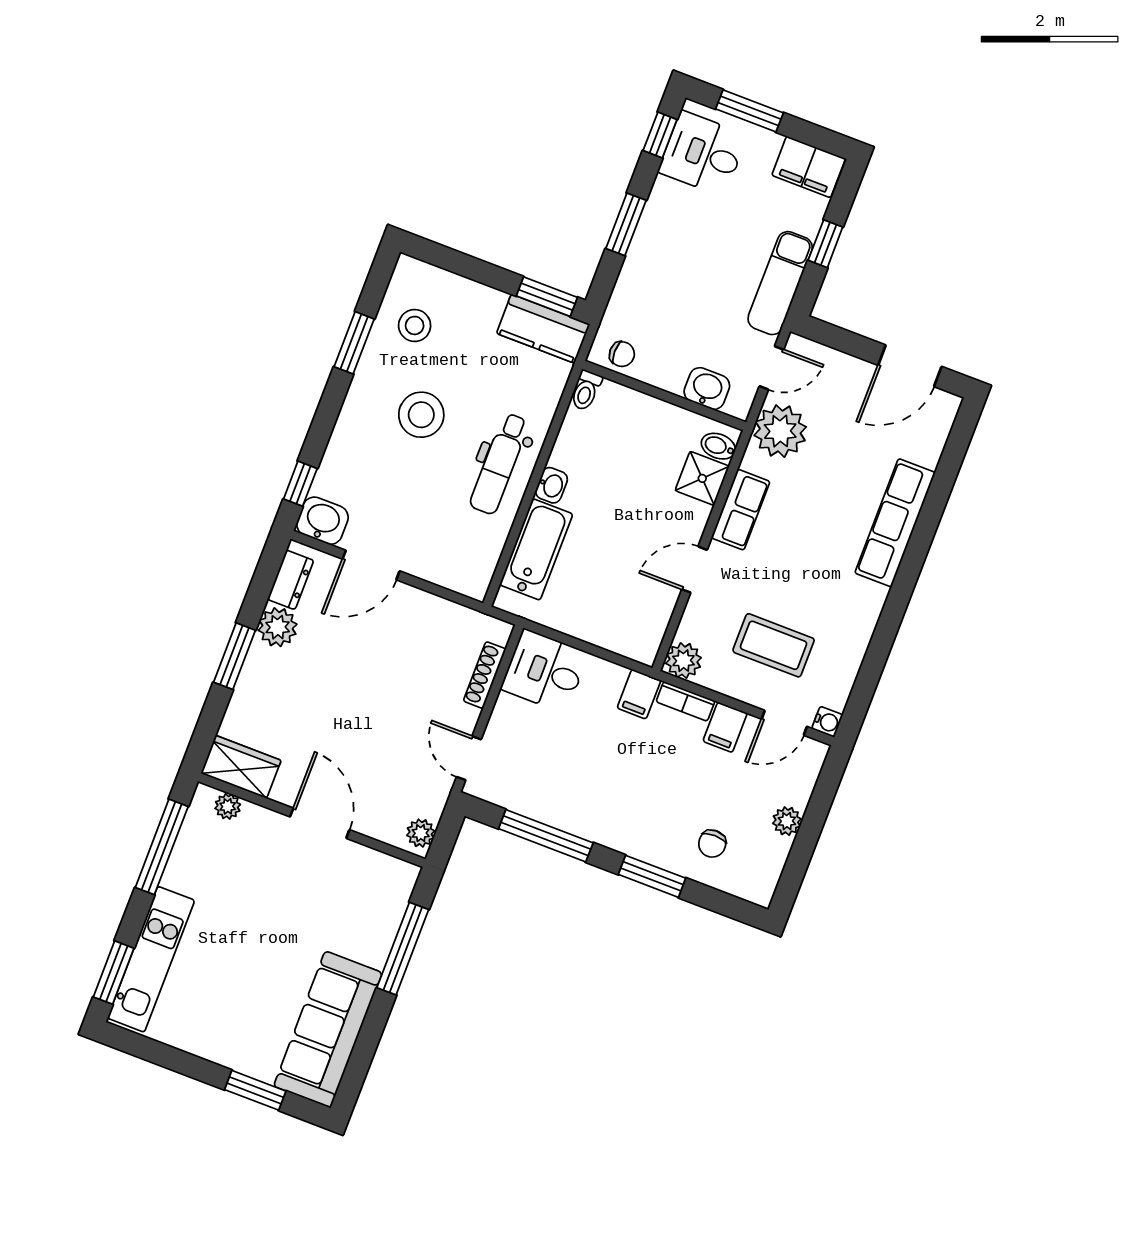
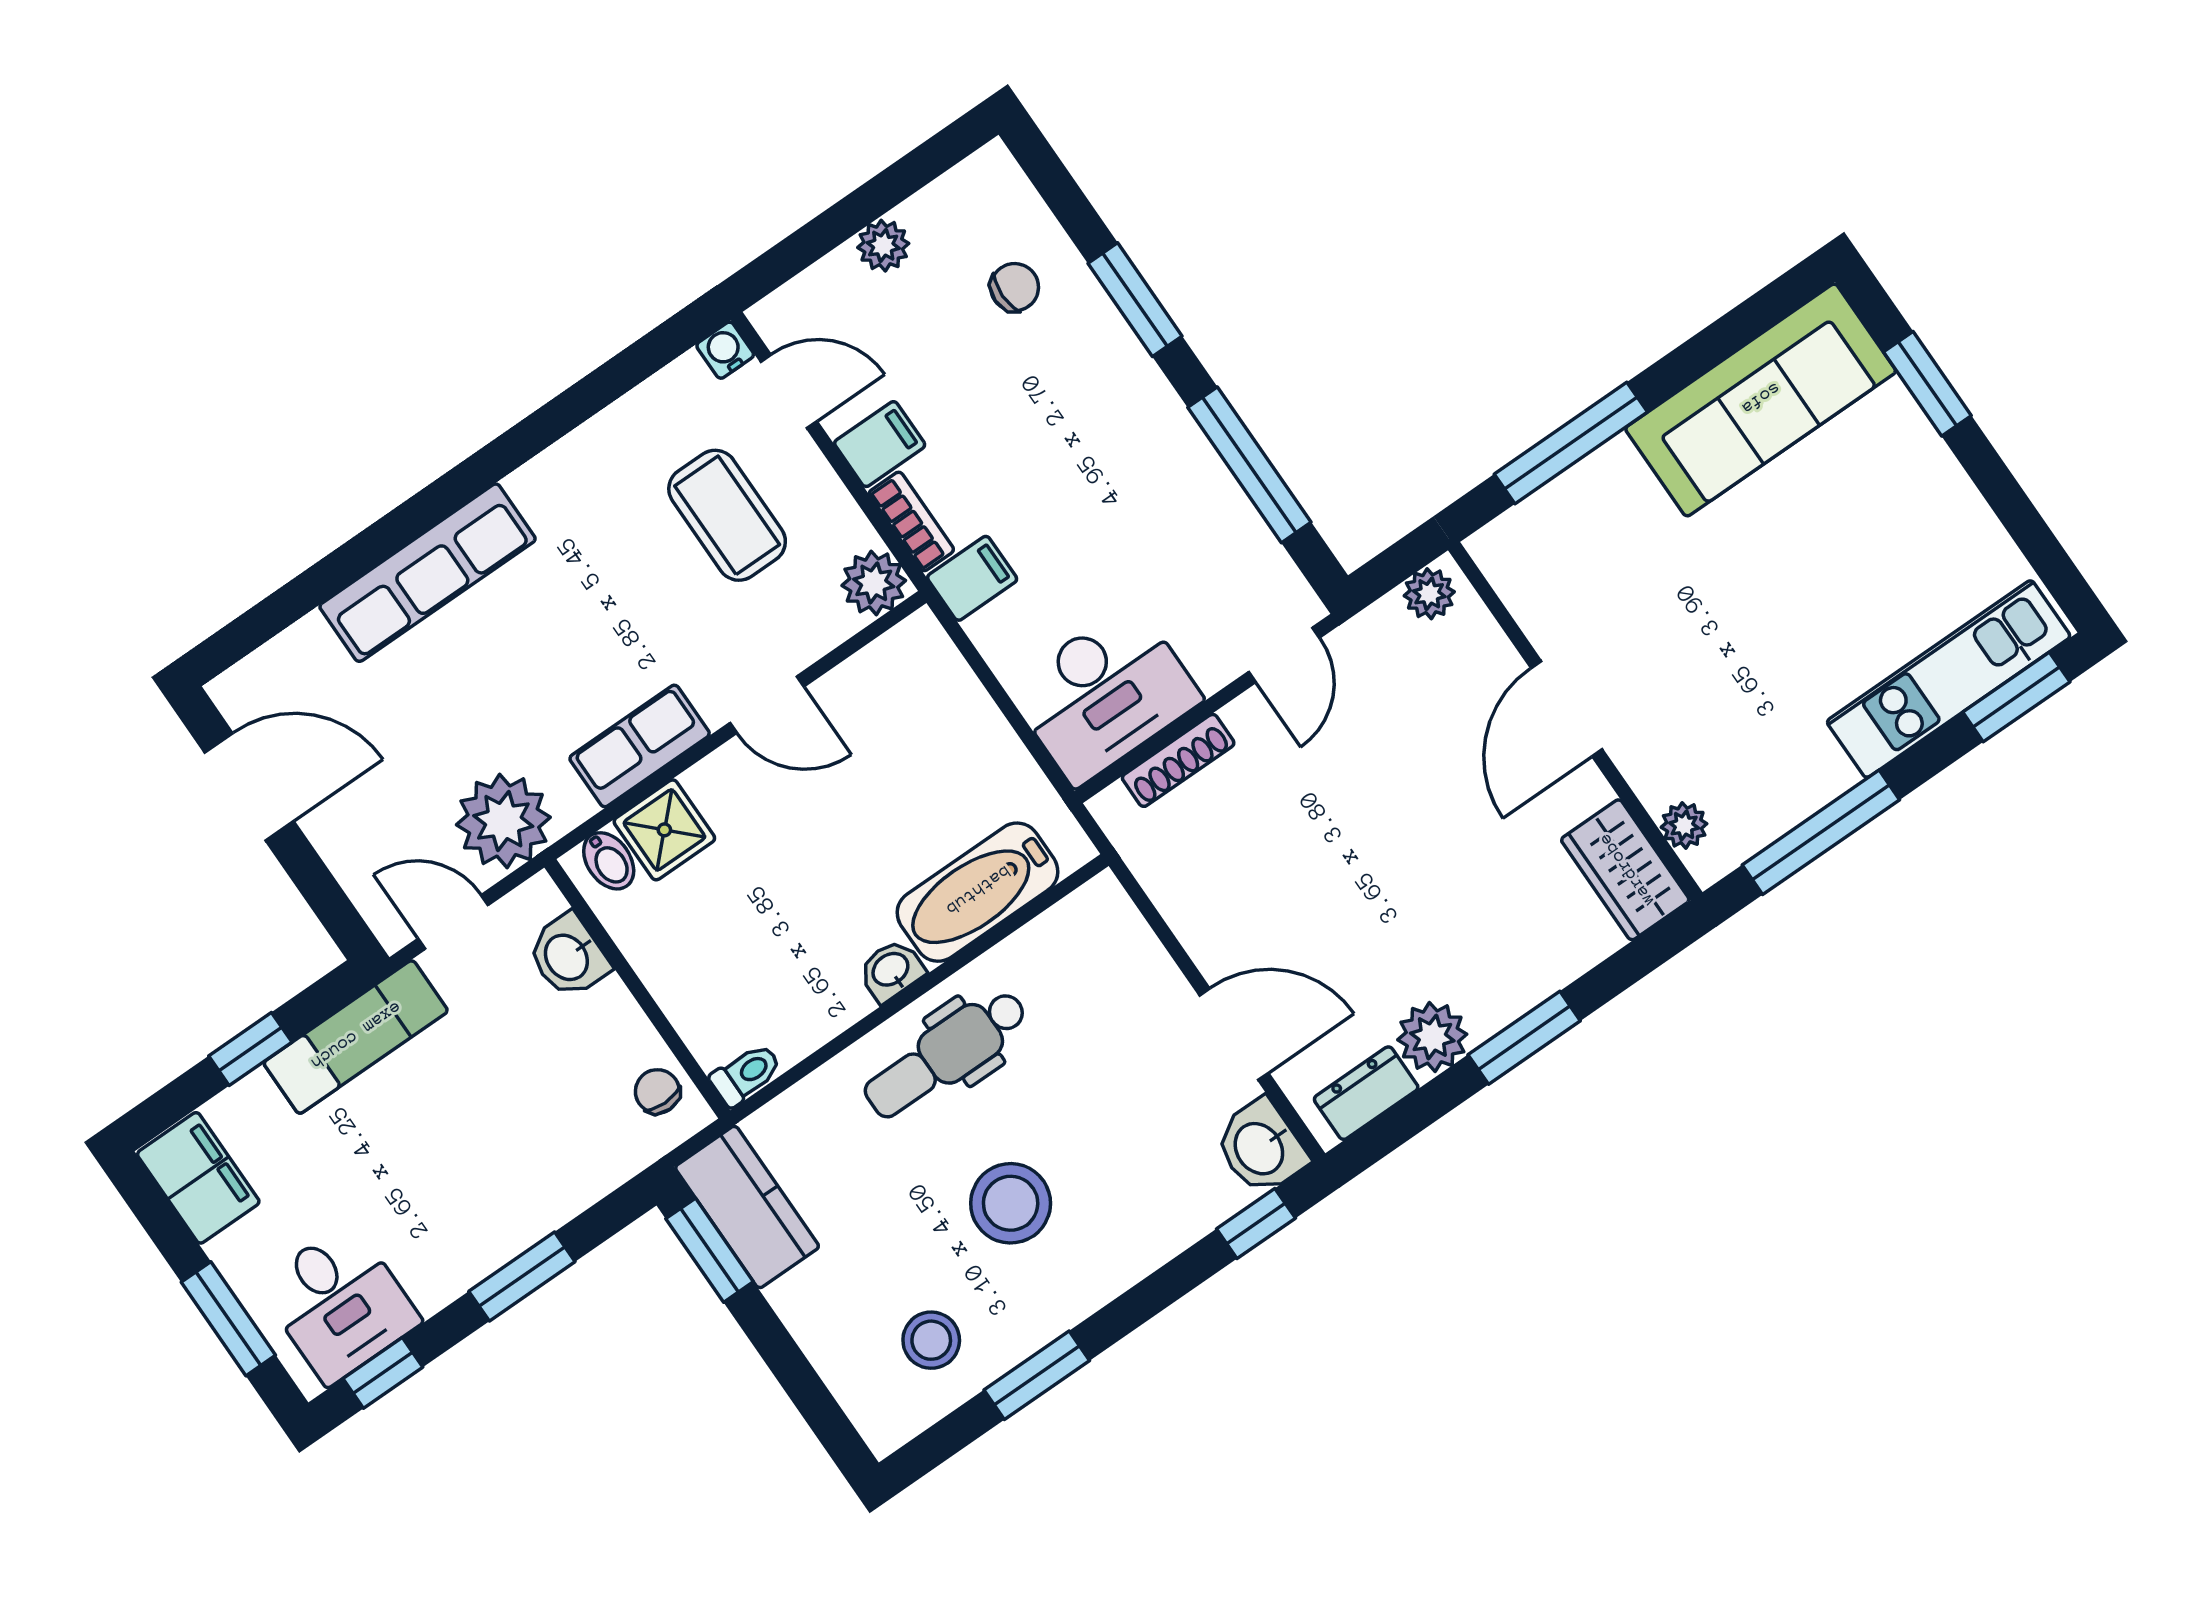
dental chair: (499, 464) -> (946, 1054), turned 180
desk: (545, 671) -> (1104, 694), width x1.37

